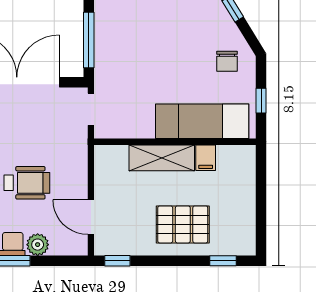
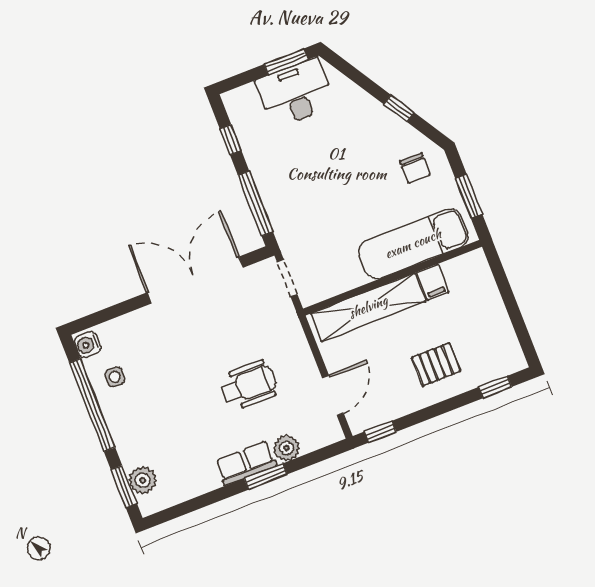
window: (261, 101) -> (469, 196), width x1.50
shelving: (162, 158) -> (368, 307), width x1.47
door: (91, 217) -> (333, 395), swing flipped
pallet: (183, 224) -> (436, 364), width x0.67, depth x0.71

